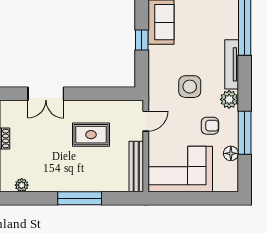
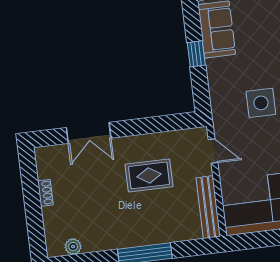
door: (146, 121) -> (213, 151), hinge flipped

